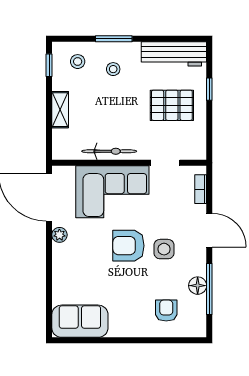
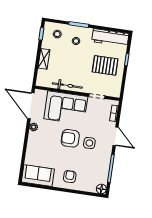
floor lamp: (198, 286) -> (101, 189), moved
armchair: (166, 311) -> (70, 177), moved

